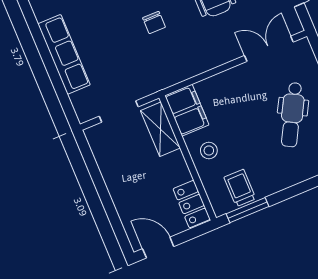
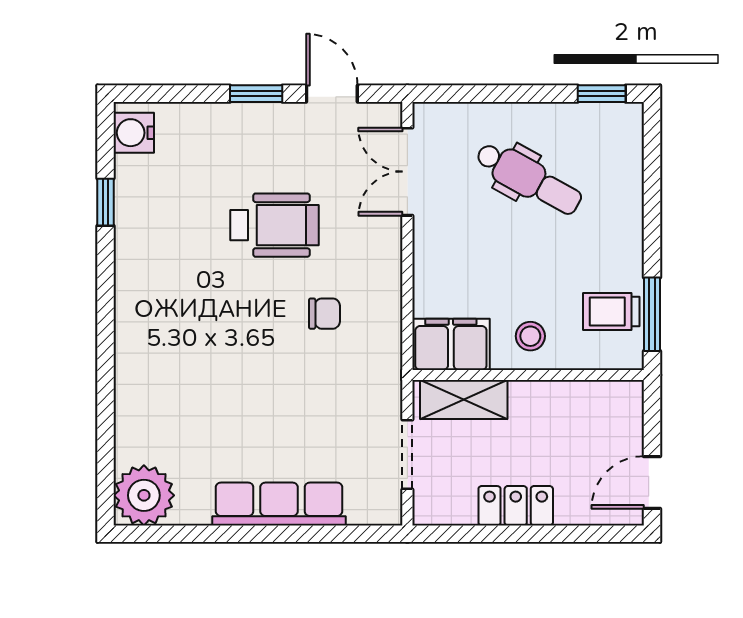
chair: (154, 23) -> (324, 314), moved
locker: (192, 204) -> (516, 506), moved, turned 180

